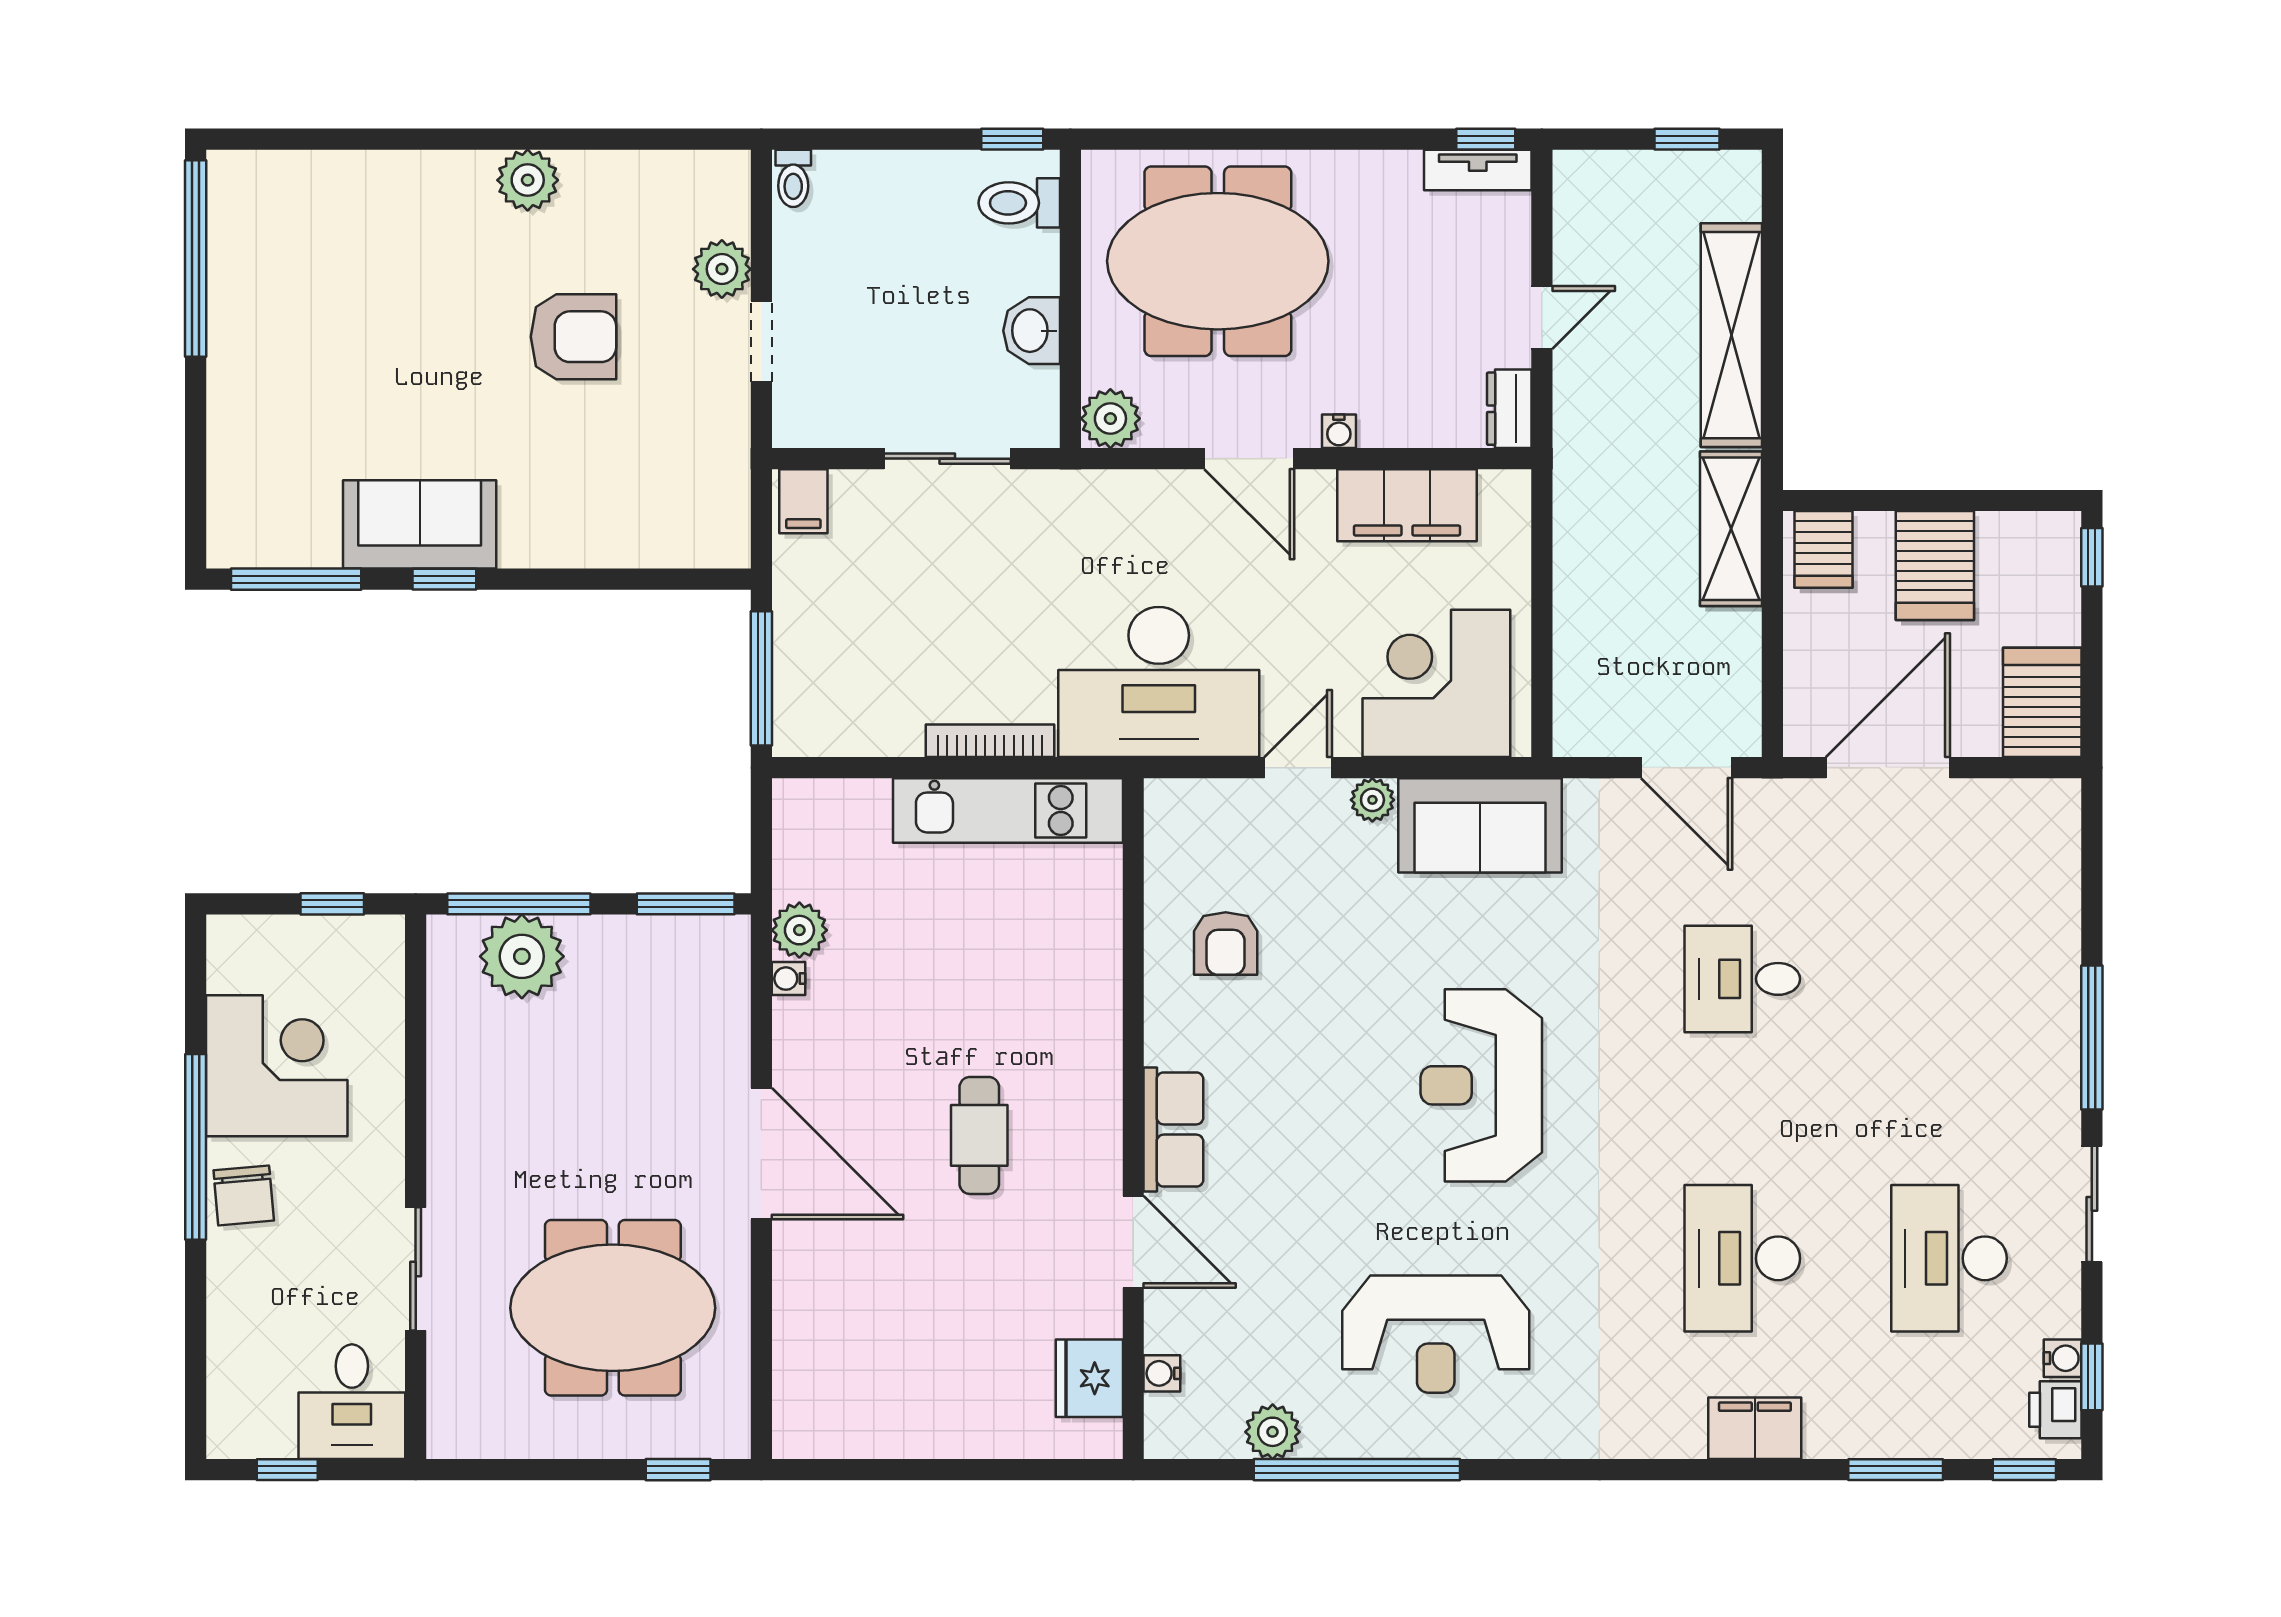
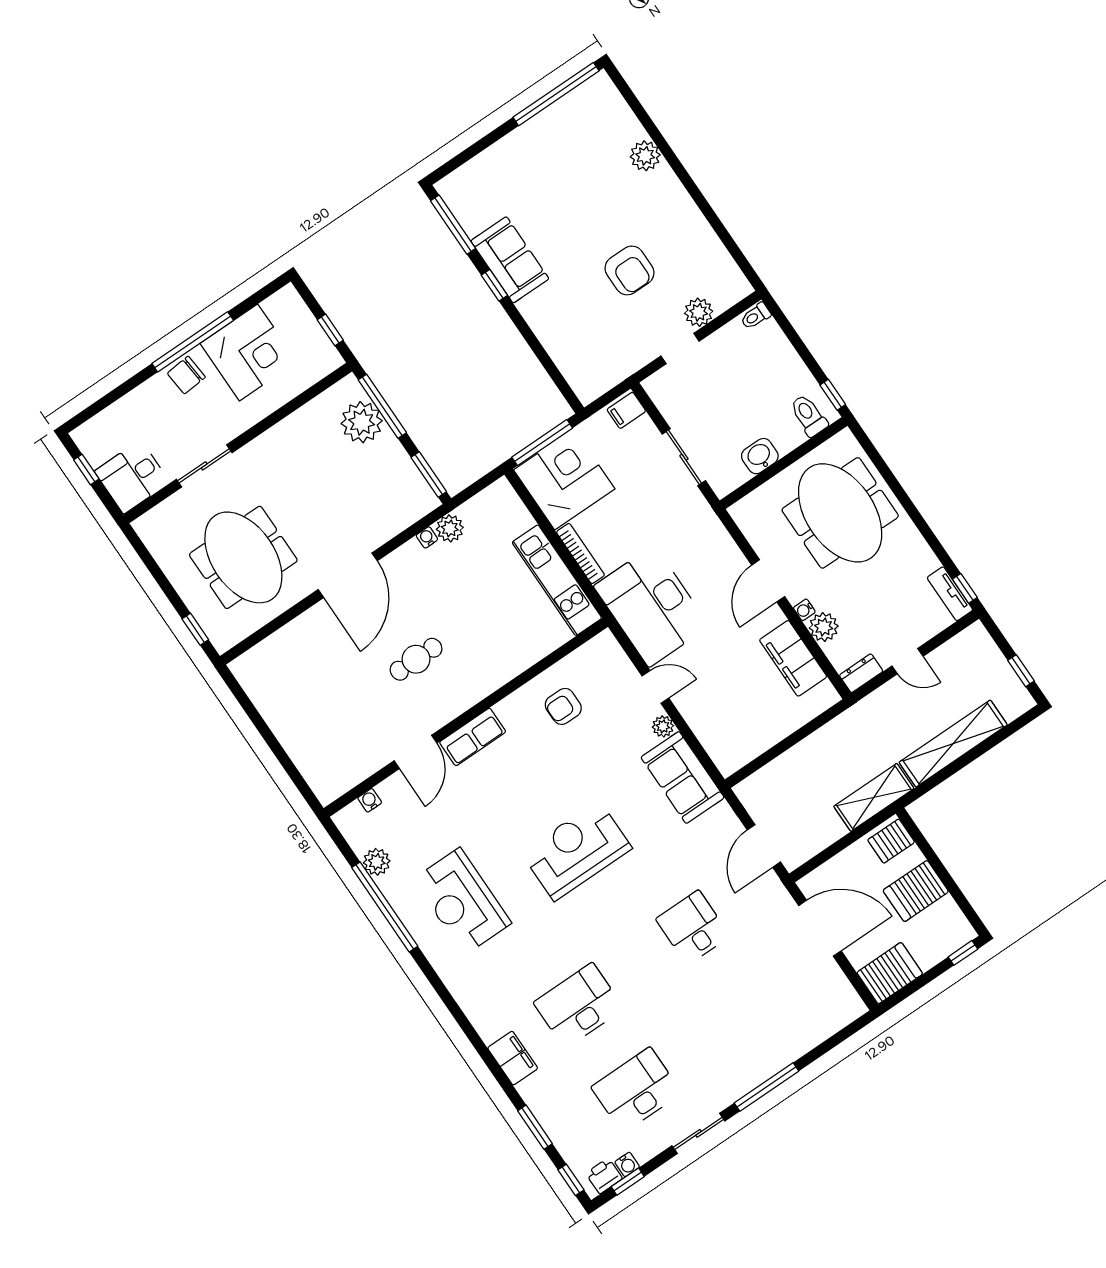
plant: (528, 180) -> (645, 156), moved
plant: (1110, 419) -> (824, 627), moved
corner desk: (1436, 683) -> (564, 479), moved
fridge: (1089, 1378) -> (347, 772), removed

